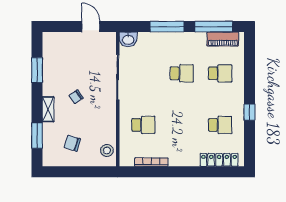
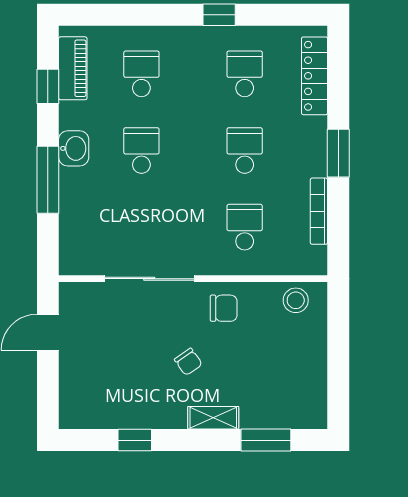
window: (214, 27) -> (48, 86), width x0.46
washbasin: (128, 39) -> (74, 148), moved
window: (37, 70) -> (135, 440), width x0.67
school desk: (182, 125) -> (245, 150), added
chair: (72, 143) -> (224, 308), moved, turned -107
window: (180, 172) -> (338, 153), added

